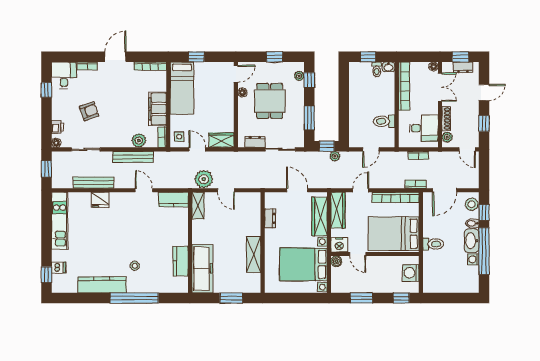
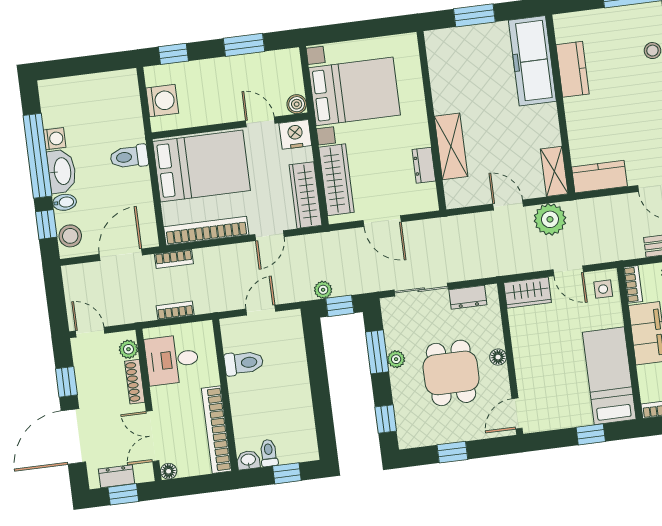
plant: (299, 76) -> (396, 359), moved
floor lamp: (242, 92) -> (498, 357), moved
door: (484, 93) -> (73, 436), width x1.87
shelving: (254, 255) -> (451, 146), moved

